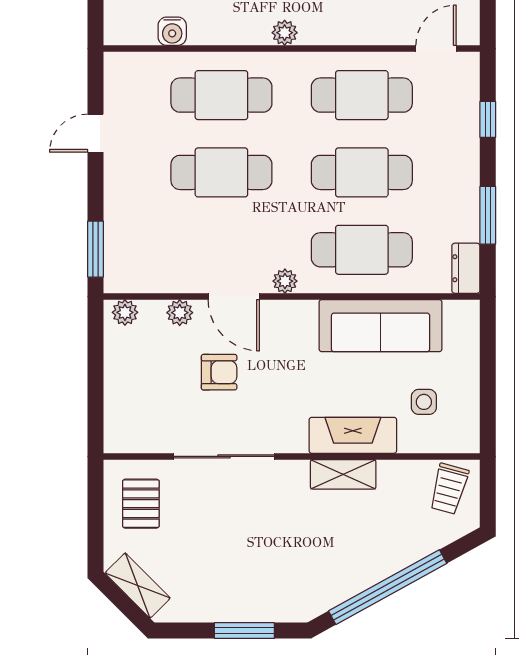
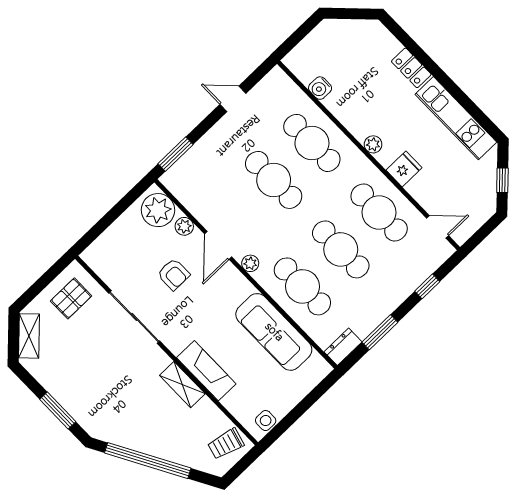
fridge: (342, 25) -> (404, 169), added
plant: (125, 312) -> (158, 210), width x1.88, depth x1.88
side table: (424, 402) -> (266, 421), moved

